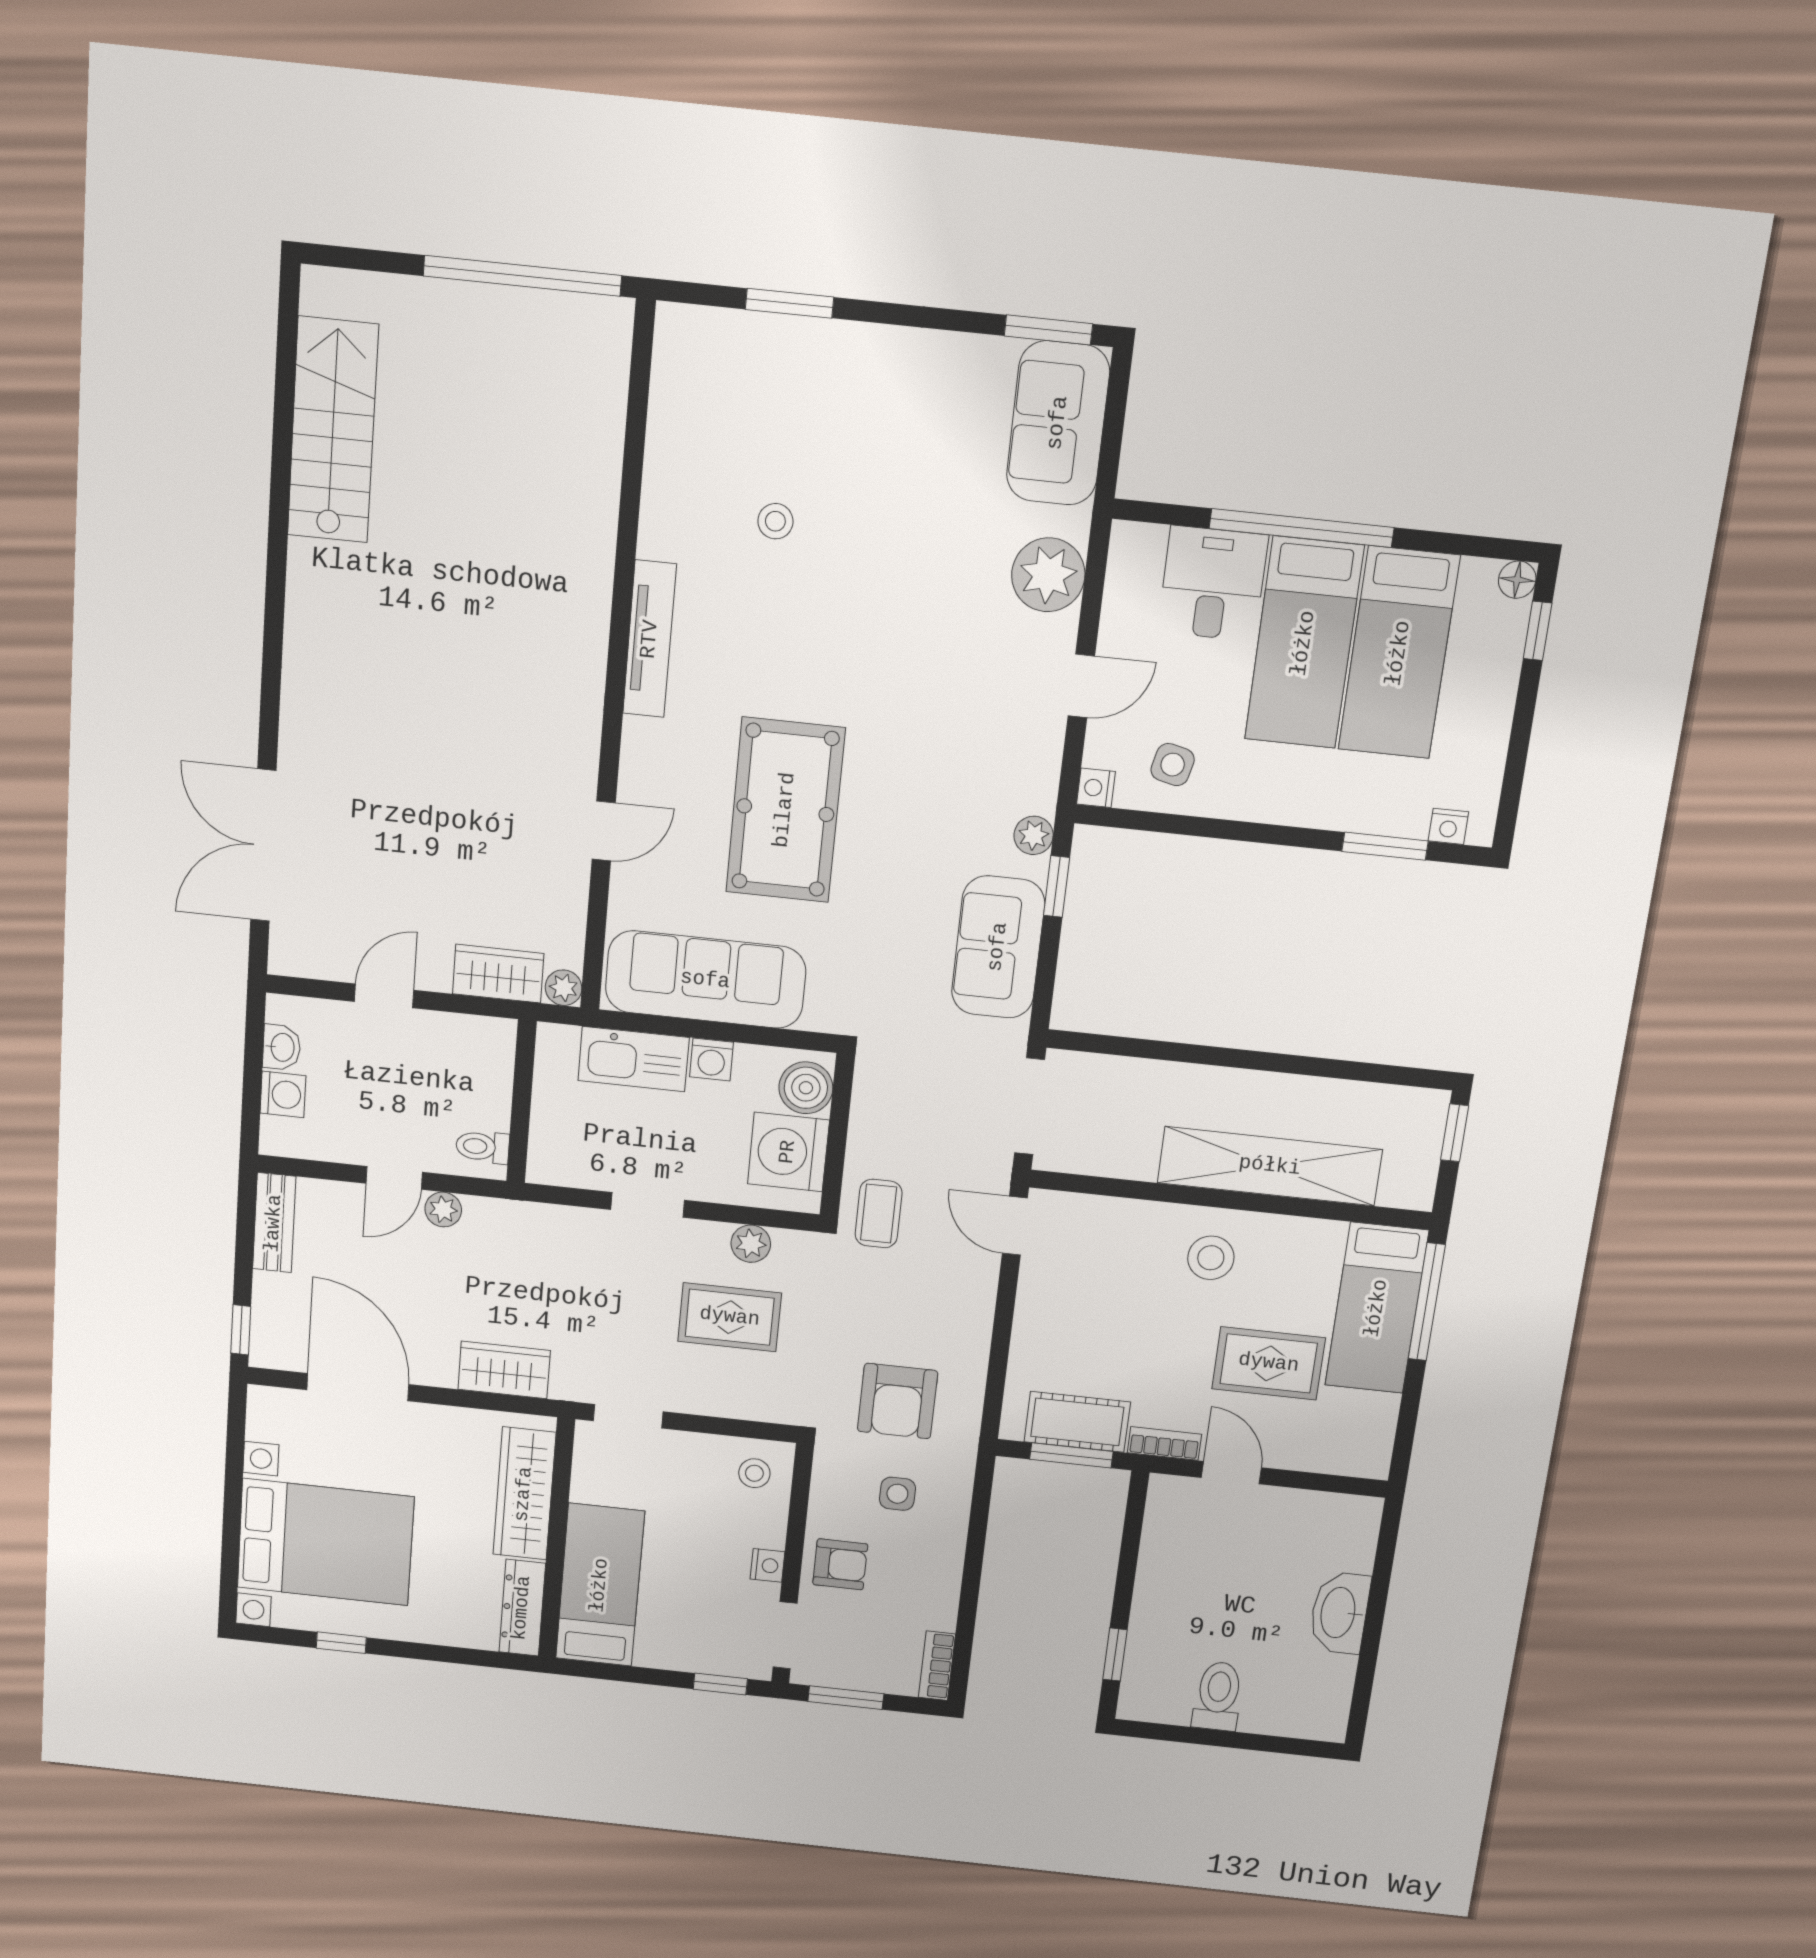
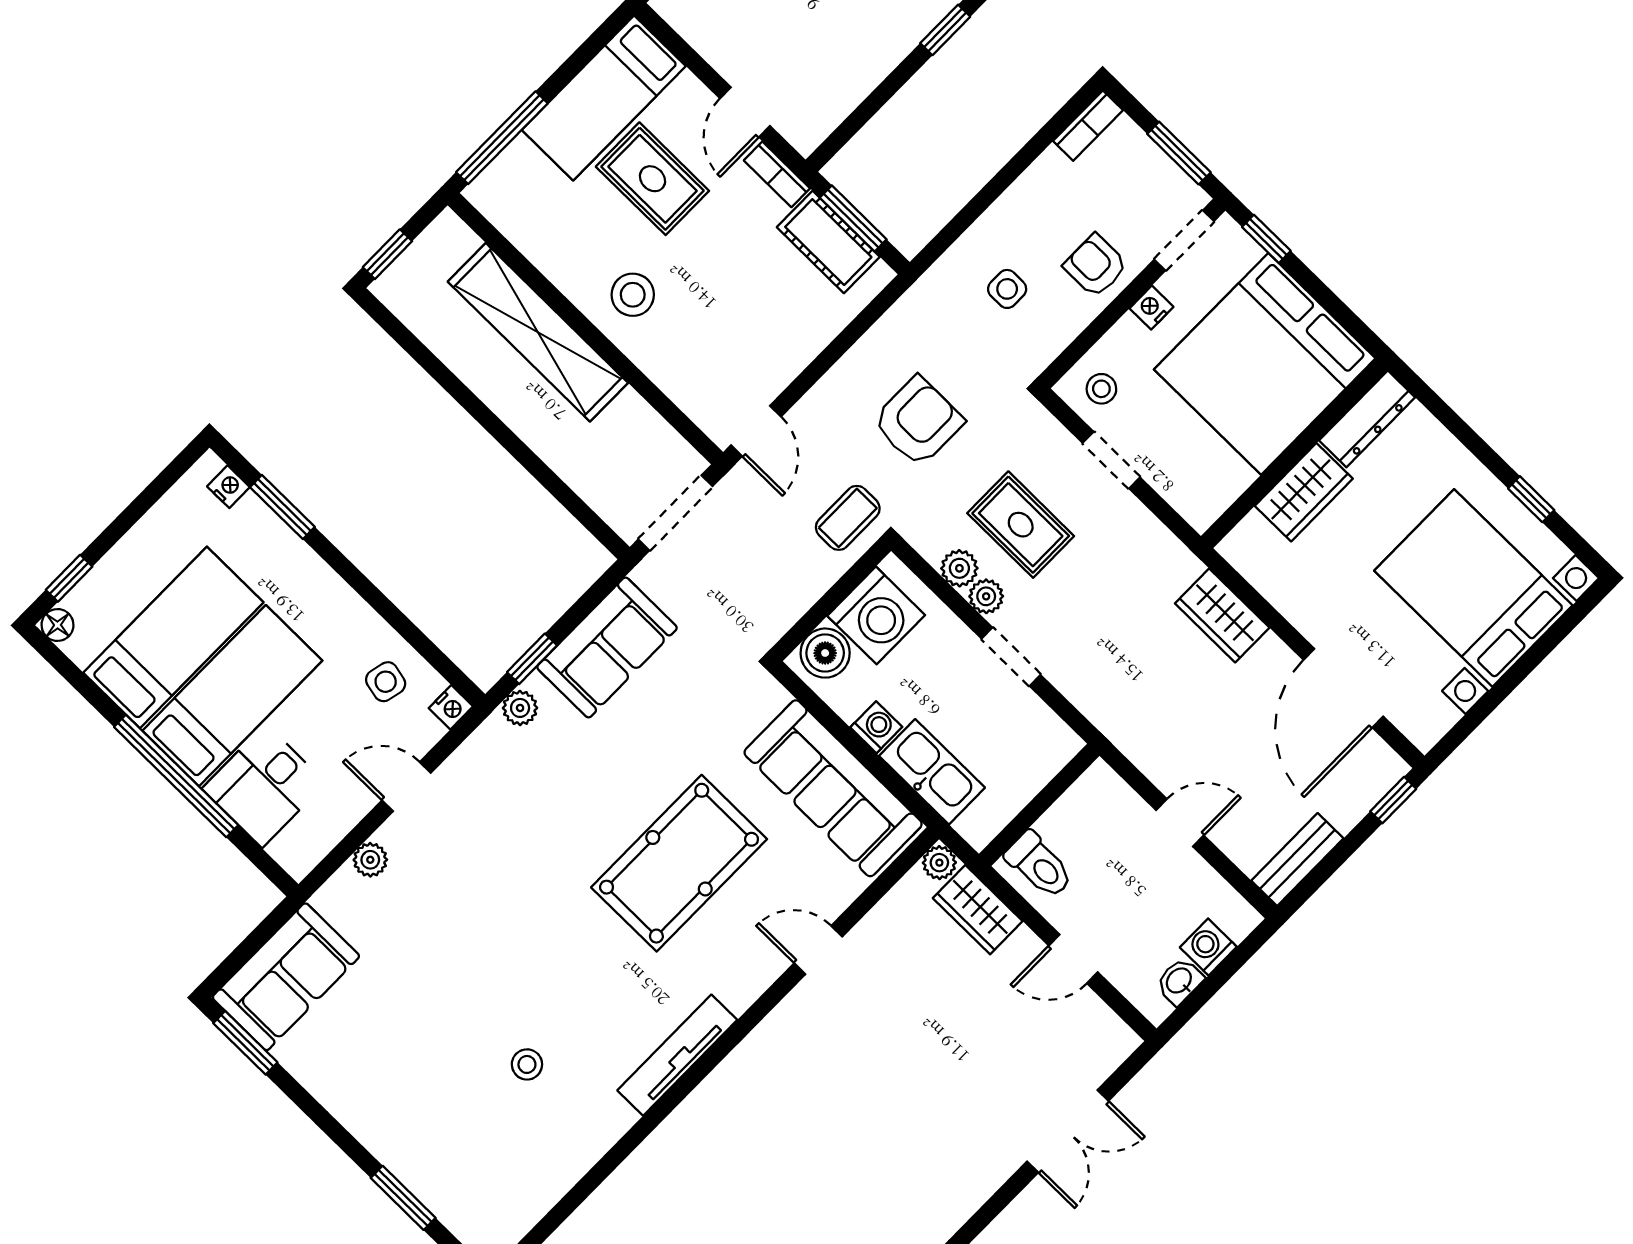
plant: (1048, 575) -> (370, 860), width x0.53, depth x0.53
double door: (263, 845) -> (1068, 1131), width x0.73
toilet: (483, 1147) -> (1039, 865), moved, width x1.37, depth x1.39
plant: (443, 1210) -> (986, 596), moved
bed: (1377, 1308) -> (604, 98), moved, turned 180
armchair: (898, 1401) -> (918, 421), moved
doorway: (628, 1416) -> (1111, 460), moved
wardrobe: (524, 1494) -> (1304, 492), width x0.67
bed: (600, 1585) -> (1265, 364), width x2.04

